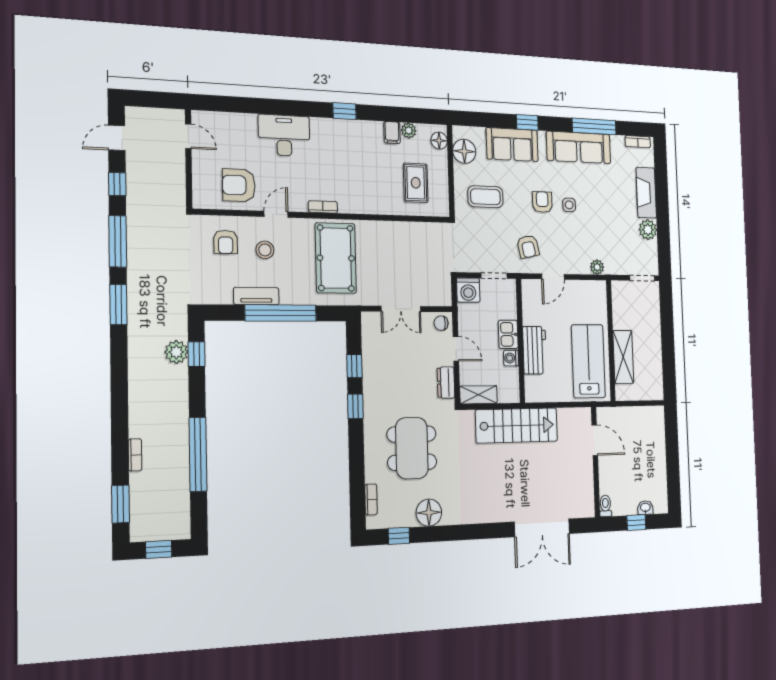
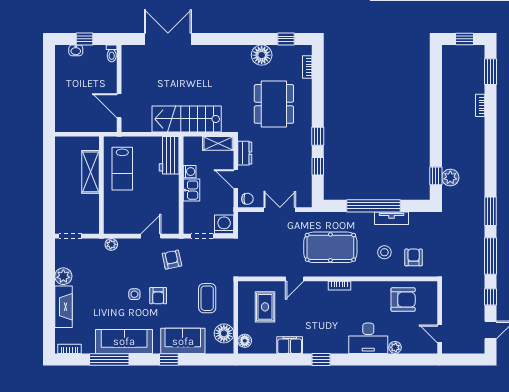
plant: (409, 130) -> (395, 347), moved
filing cabinet: (392, 133) -> (290, 345), width x2.00
coffee table: (485, 197) -> (207, 298), turned 90
door: (276, 214) -> (295, 279), moved
pool table: (336, 258) -> (330, 247), turned 90
workbench: (535, 350) -> (169, 155), moved
lab bench: (588, 361) -> (122, 169), width x0.73, depth x0.72
window: (198, 454) -> (436, 104), removed

